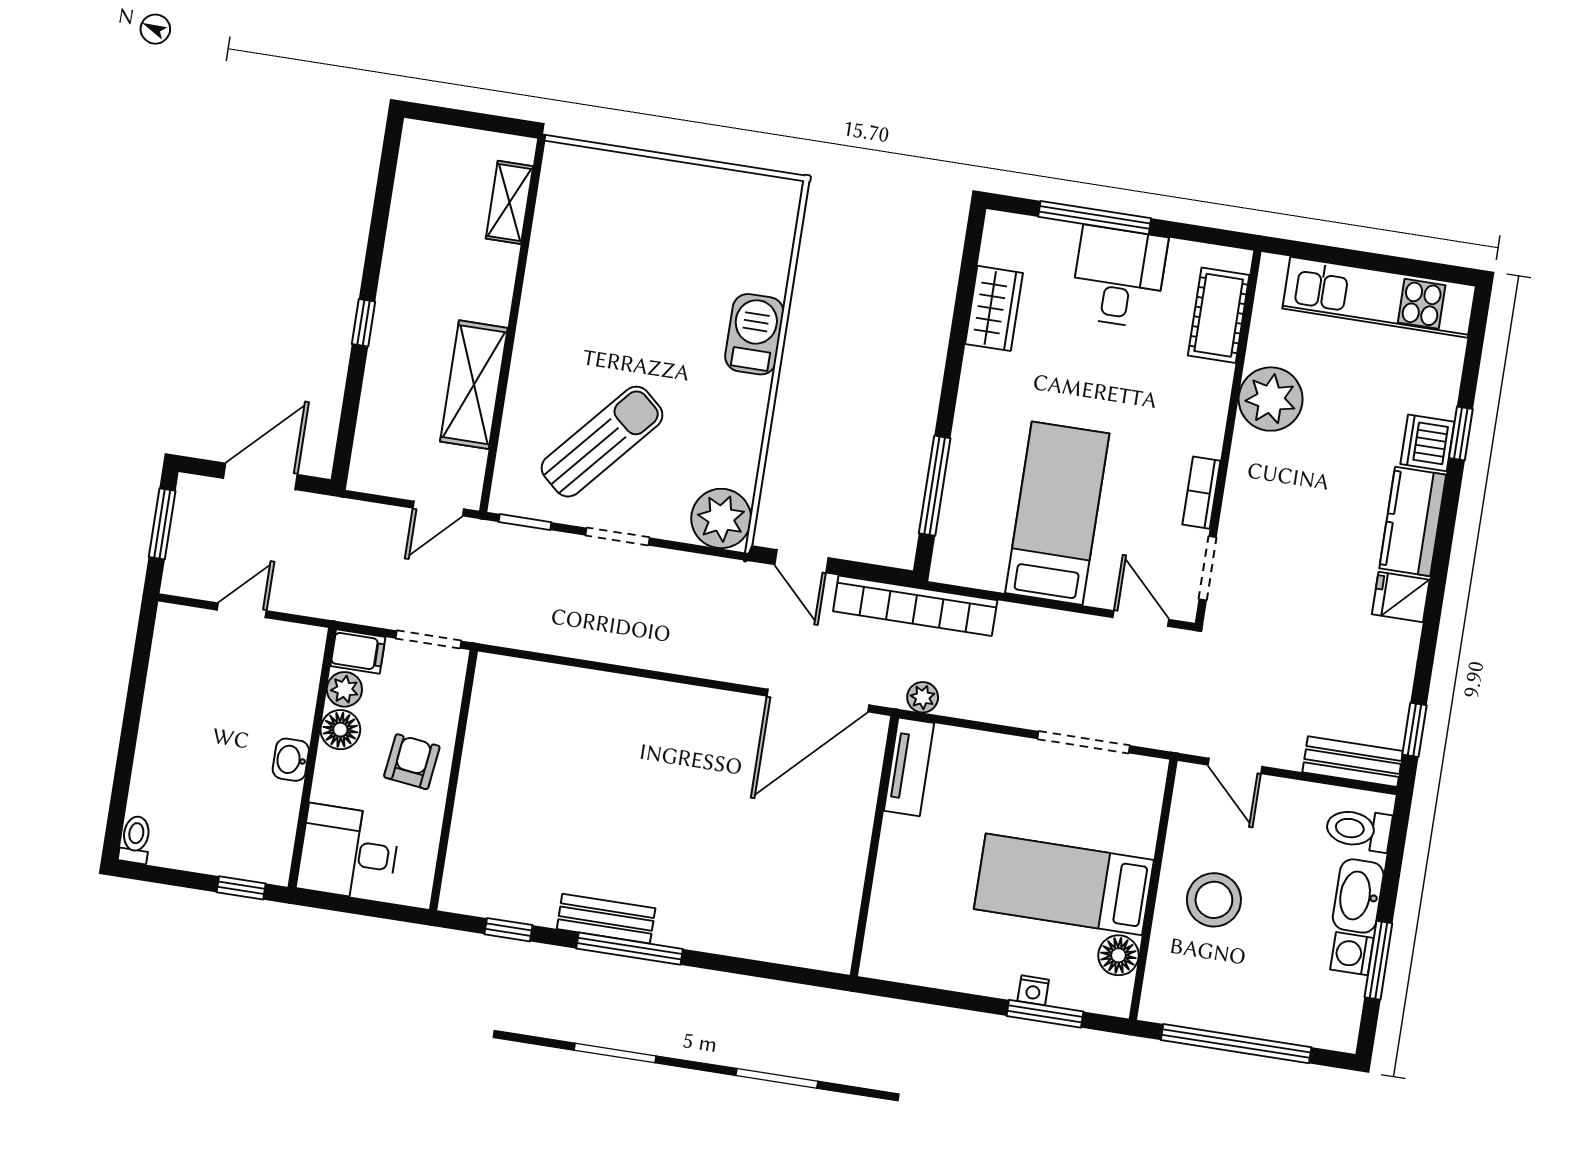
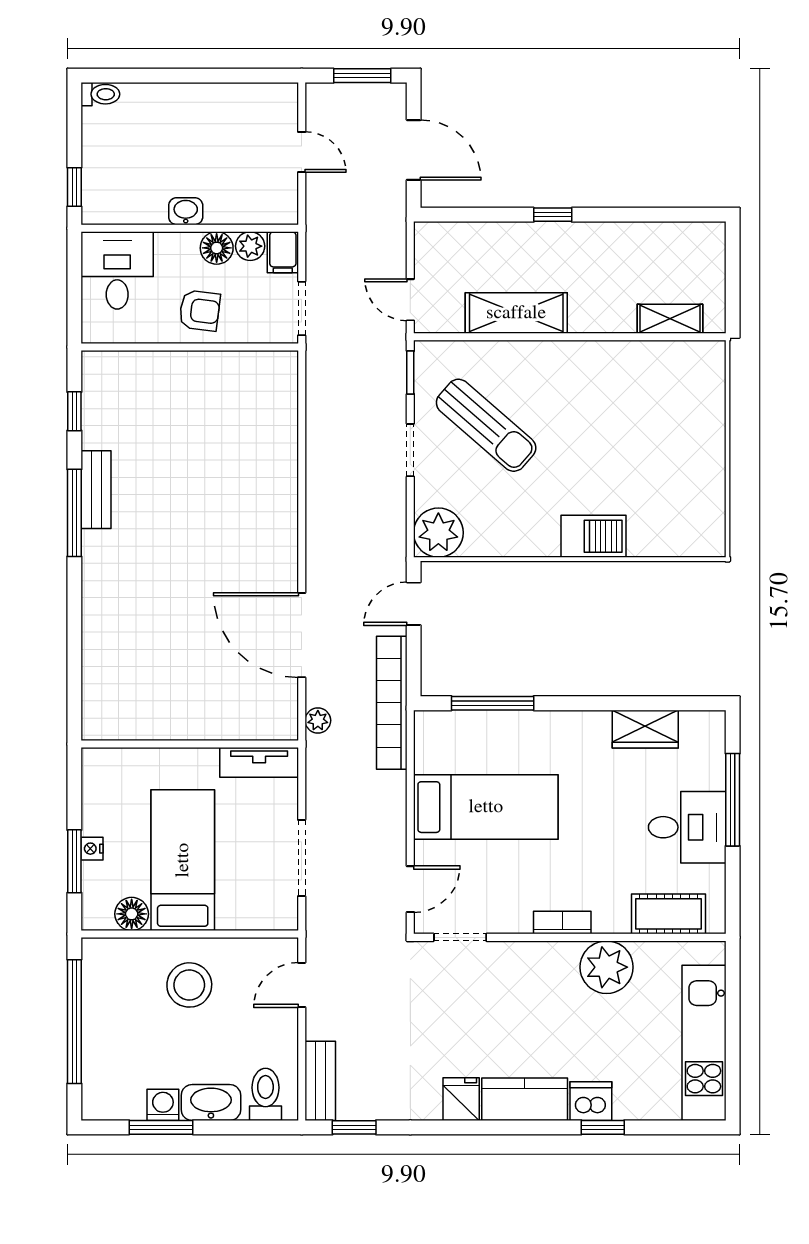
bookcase: (1201, 493) -> (562, 923), moved
tv unit: (909, 767) -> (259, 762), moved
wall: (874, 846) -> (190, 744), moved

